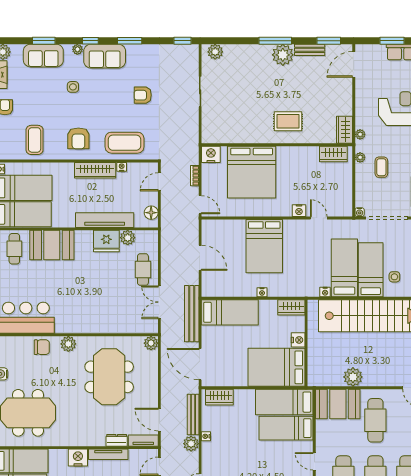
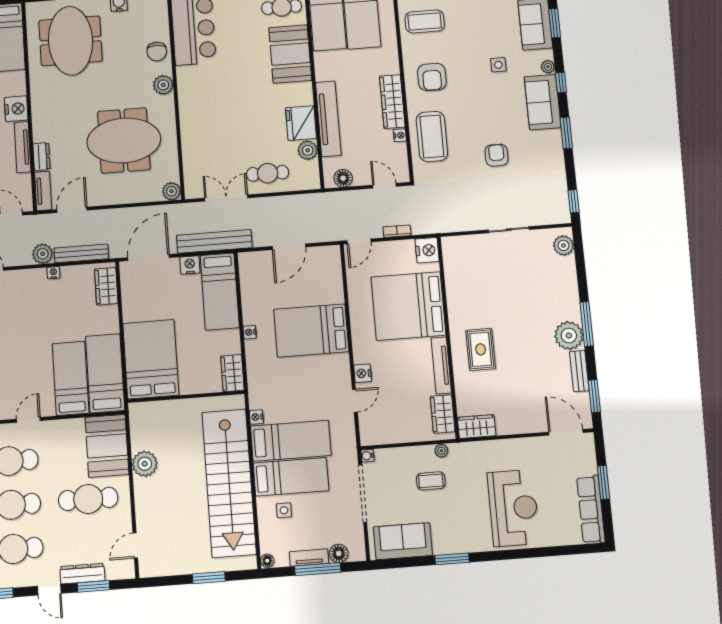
plant: (360, 134) -> (472, 448), removed
armchair: (78, 138) -> (432, 77), turned -90
tv unit: (298, 152) -> (441, 365), added
nightstand: (298, 340) -> (190, 265), moved, turned 180

